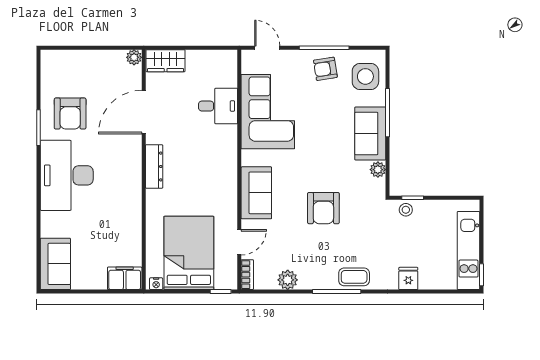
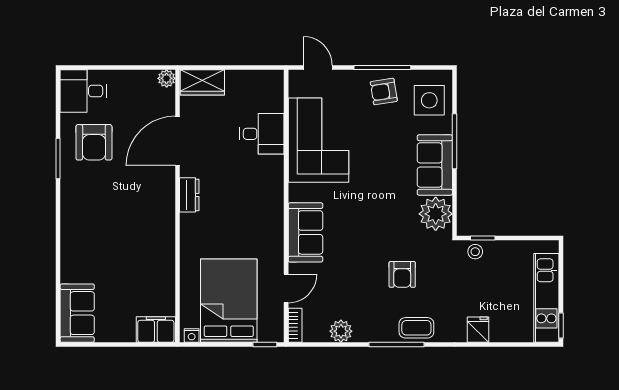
dresser: (154, 166) -> (189, 195), width x0.70
plant: (378, 170) -> (436, 214), width x1.87, depth x1.87
desk: (67, 175) -> (83, 91), moved, width x0.53, depth x0.77
armchair: (323, 208) -> (402, 274), moved, width x0.72, depth x0.72

